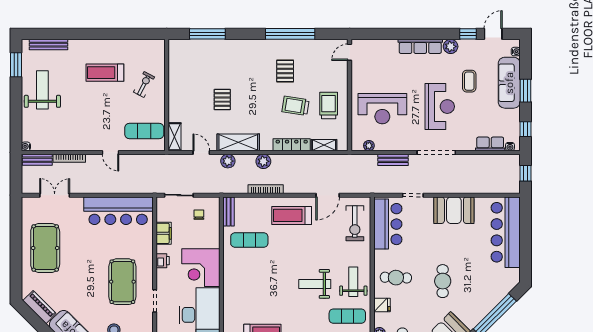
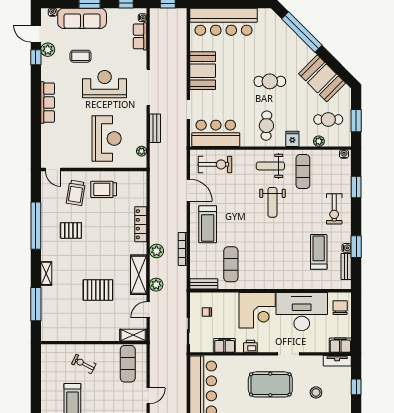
plant: (451, 46) -> (48, 50), moved
pallet: (222, 100) -> (98, 290), width x1.50, depth x1.42
trolley: (296, 106) -> (76, 193), moved
shelving: (324, 145) -> (46, 273), moved

